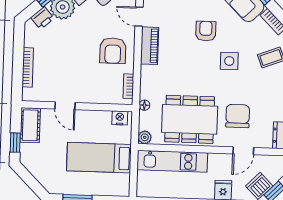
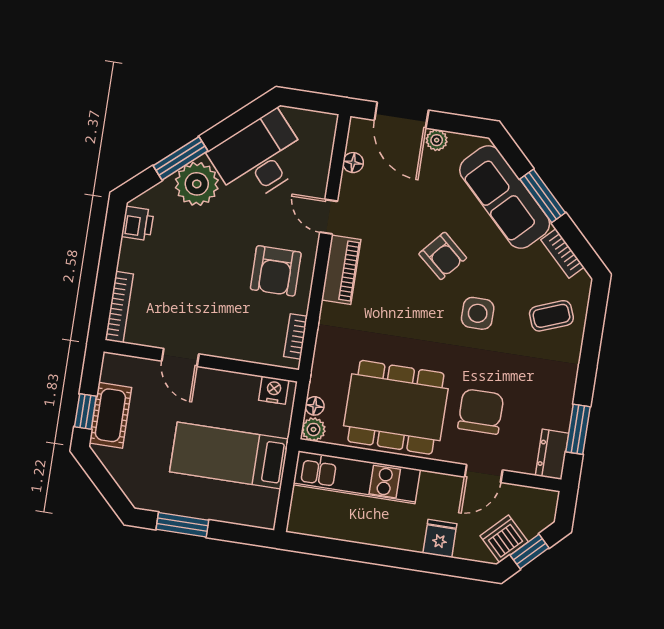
printer: (42, 18) -> (138, 223), moved, turned -49
armchair: (206, 31) -> (443, 256), turned 131
bookcase: (28, 67) -> (119, 307), moved
floor lamp: (144, 105) -> (315, 406), moved
cot: (30, 125) -> (110, 415), moved

